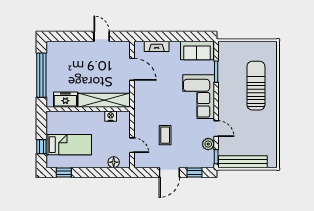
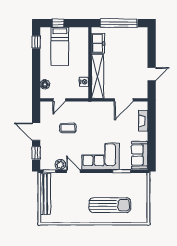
door: (216, 129) -> (73, 171), swing flipped

